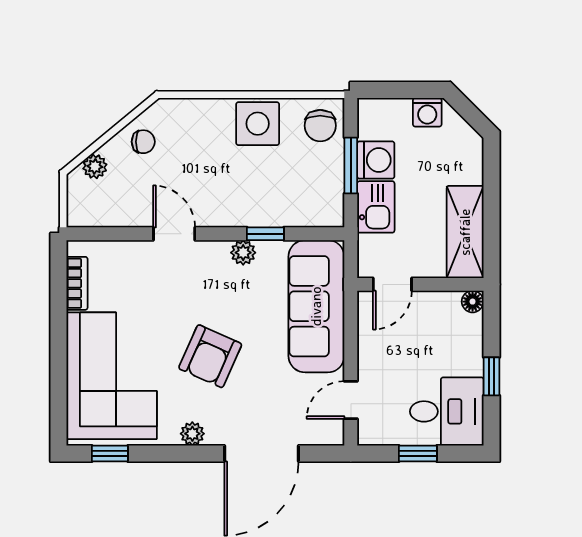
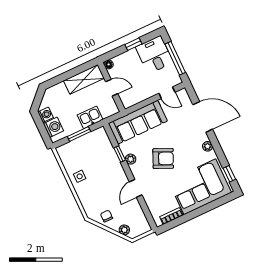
side table: (258, 124) -> (80, 176), width x0.54, depth x0.54
chair: (320, 126) -> (69, 152), removed
washing machine: (376, 160) -> (53, 127), moved, turned 90
door: (392, 284) -> (112, 88), moved
armchair: (210, 356) -> (163, 158), moved
window: (418, 453) -> (175, 58), width x2.17

